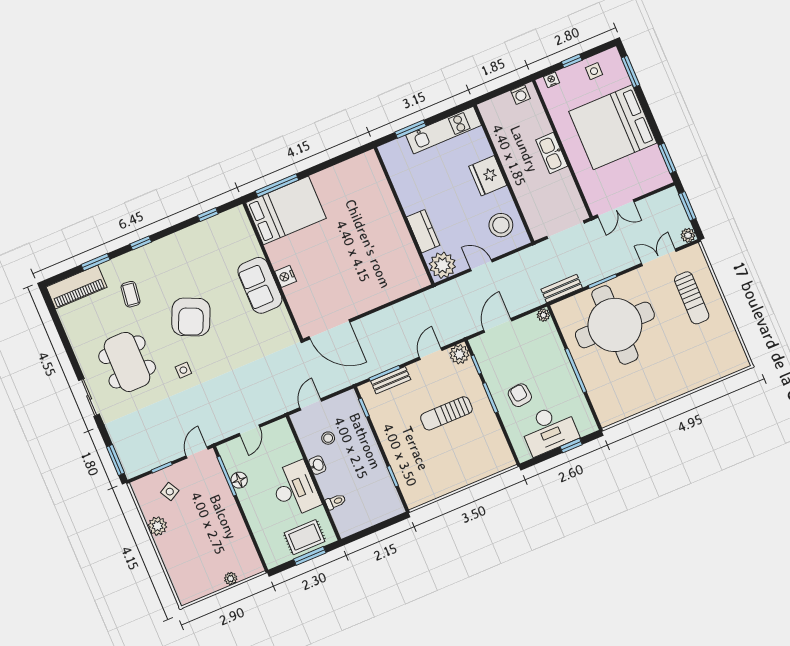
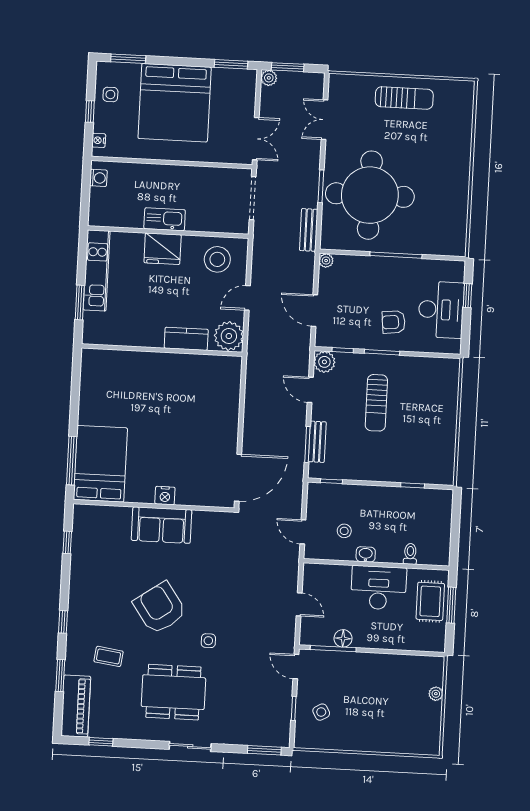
kitchen sink: (552, 153) -> (165, 219), moved, turned 180
plant: (688, 235) -> (269, 78), moved
sun lounger: (692, 298) -> (404, 98), moved
armchair: (191, 317) -> (160, 608), turned -149
window: (57, 322) -> (101, 742), added
plant: (157, 526) -> (349, 741), removed

